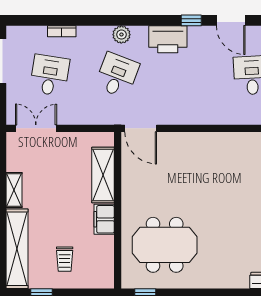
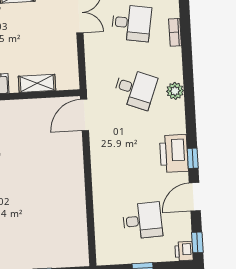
printer: (168, 39) -> (174, 153), moved
shelving: (103, 175) -> (37, 83), width x0.67, depth x0.75

